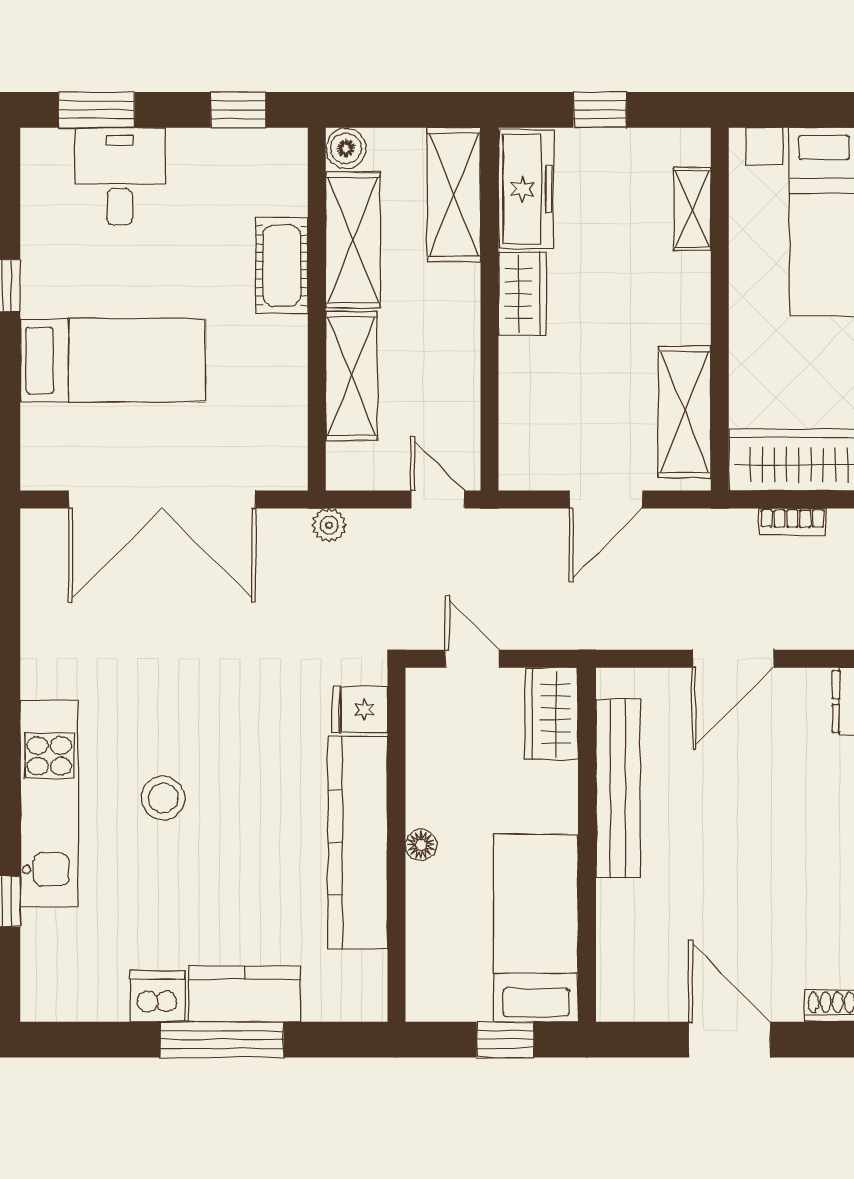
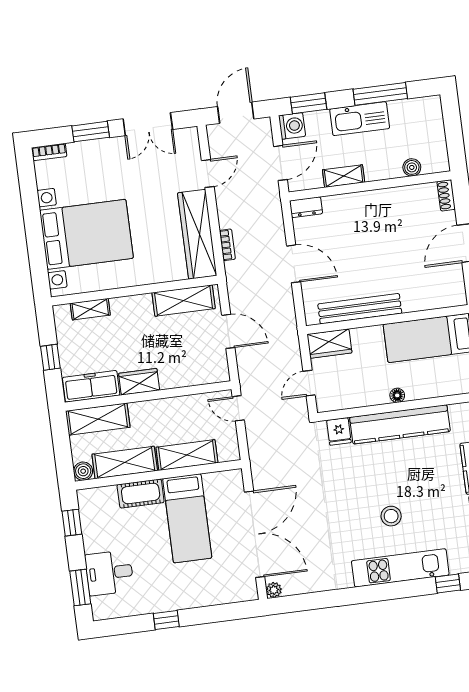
bed: (113, 360) -> (187, 518), moved, turned 180
door: (438, 499) -> (238, 408), hinge flipped
plant: (329, 525) -> (274, 590), moved

